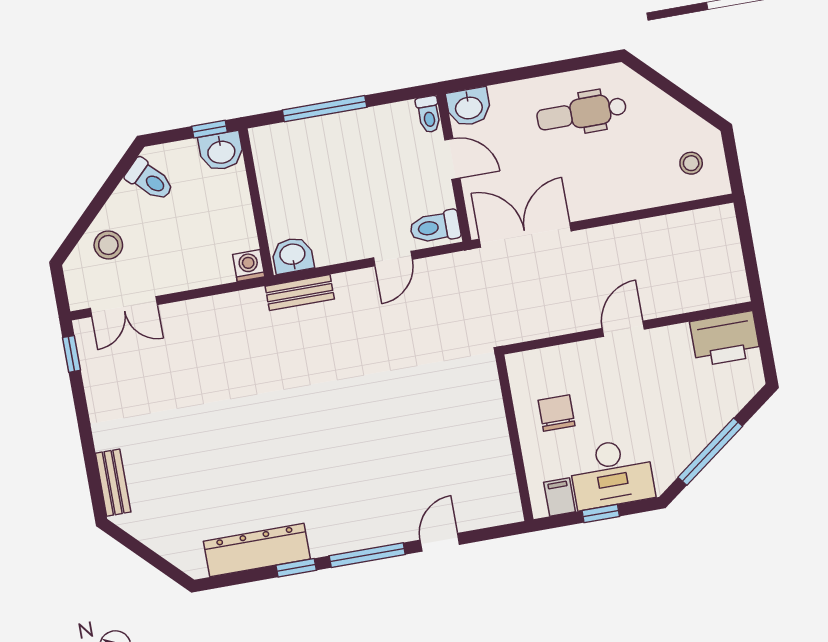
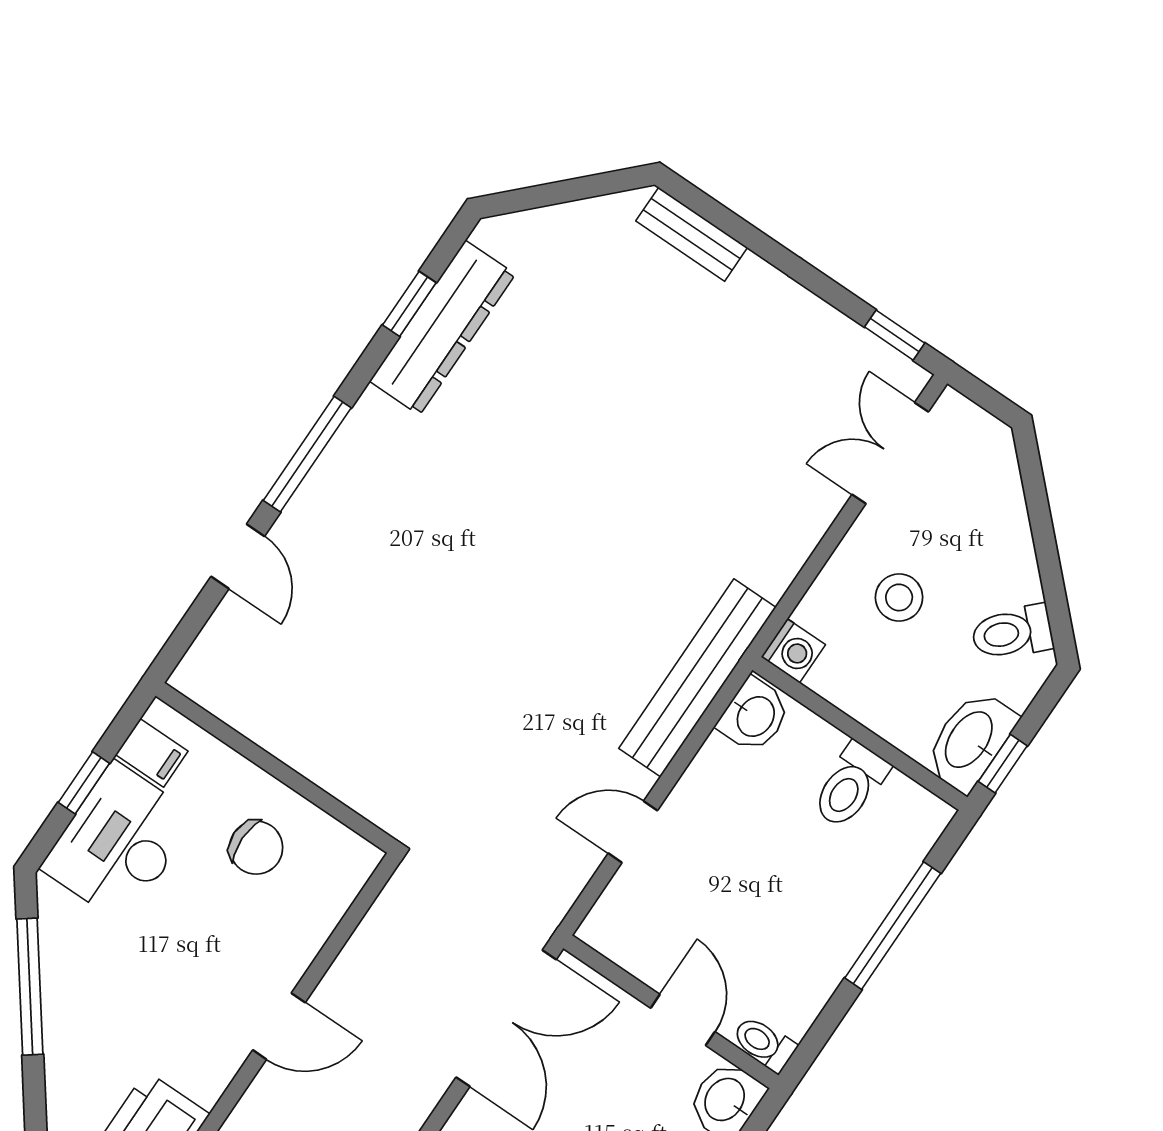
washbasin: (221, 151) -> (970, 741), width x1.38
door: (452, 159) -> (683, 1020), swing flipped
toilet: (435, 227) -> (850, 786), moved, turned 180
stool: (108, 245) -> (899, 597), moved
door: (393, 259) -> (633, 832), hinge flipped
bench: (300, 293) -> (697, 678), width x1.86, depth x1.21
door: (623, 329) -> (279, 1026), hinge flipped
window: (296, 568) -> (409, 304), moved

